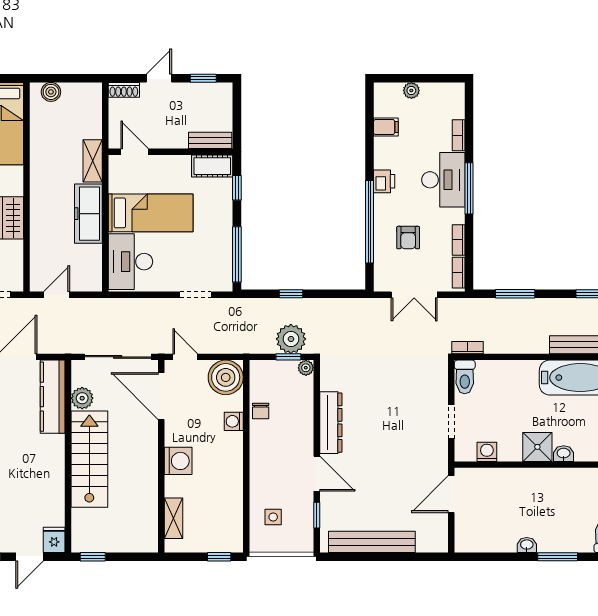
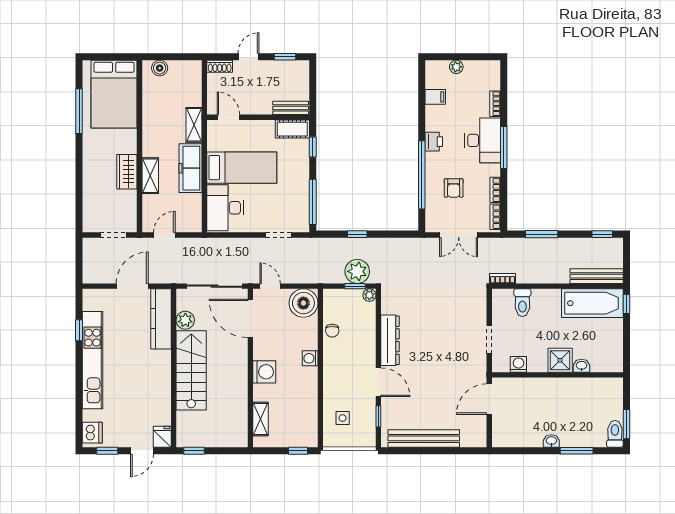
shelving: (40, 223) -> (150, 176), added
toilet: (465, 377) -> (522, 303), moved
washing machine: (234, 421) -> (310, 358), moved

